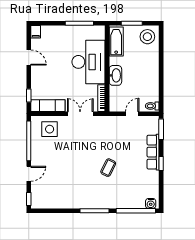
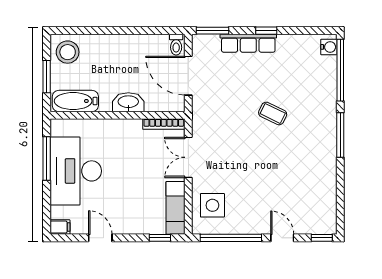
door: (29, 58) -> (100, 238), hinge flipped
desk: (89, 62) -> (76, 171), moved, turned -90
door: (132, 114) -> (188, 76), width x1.88

